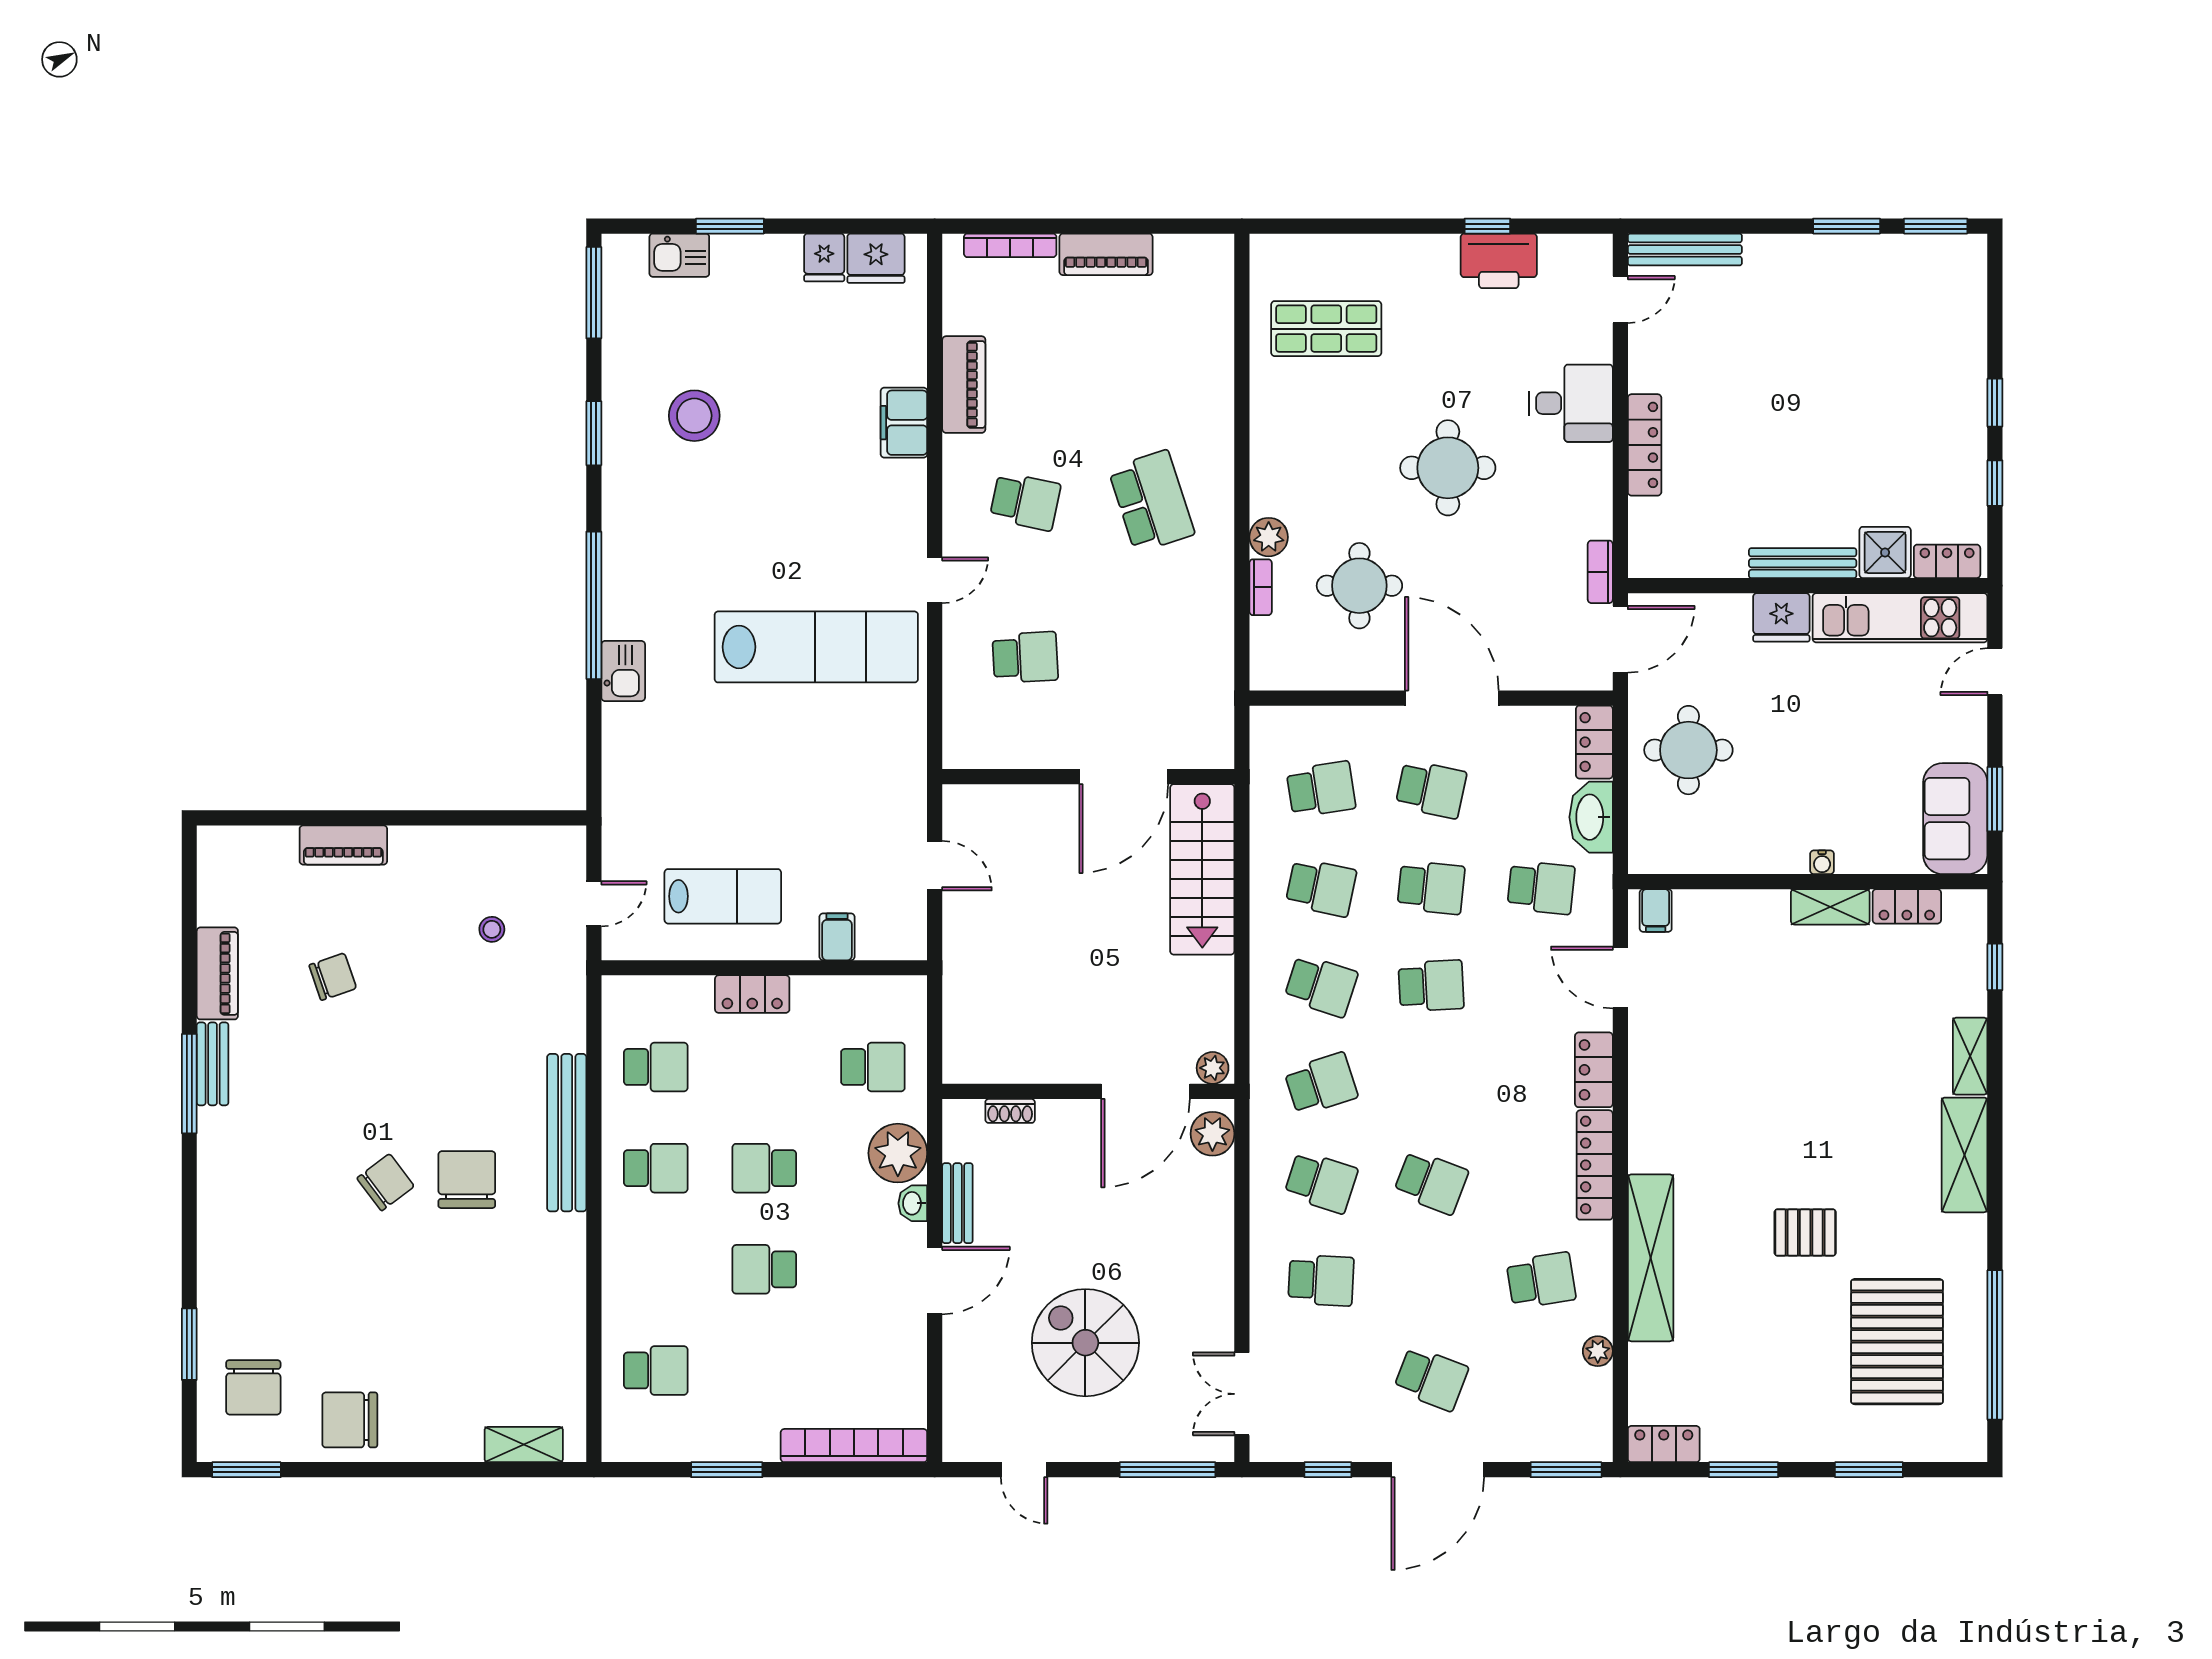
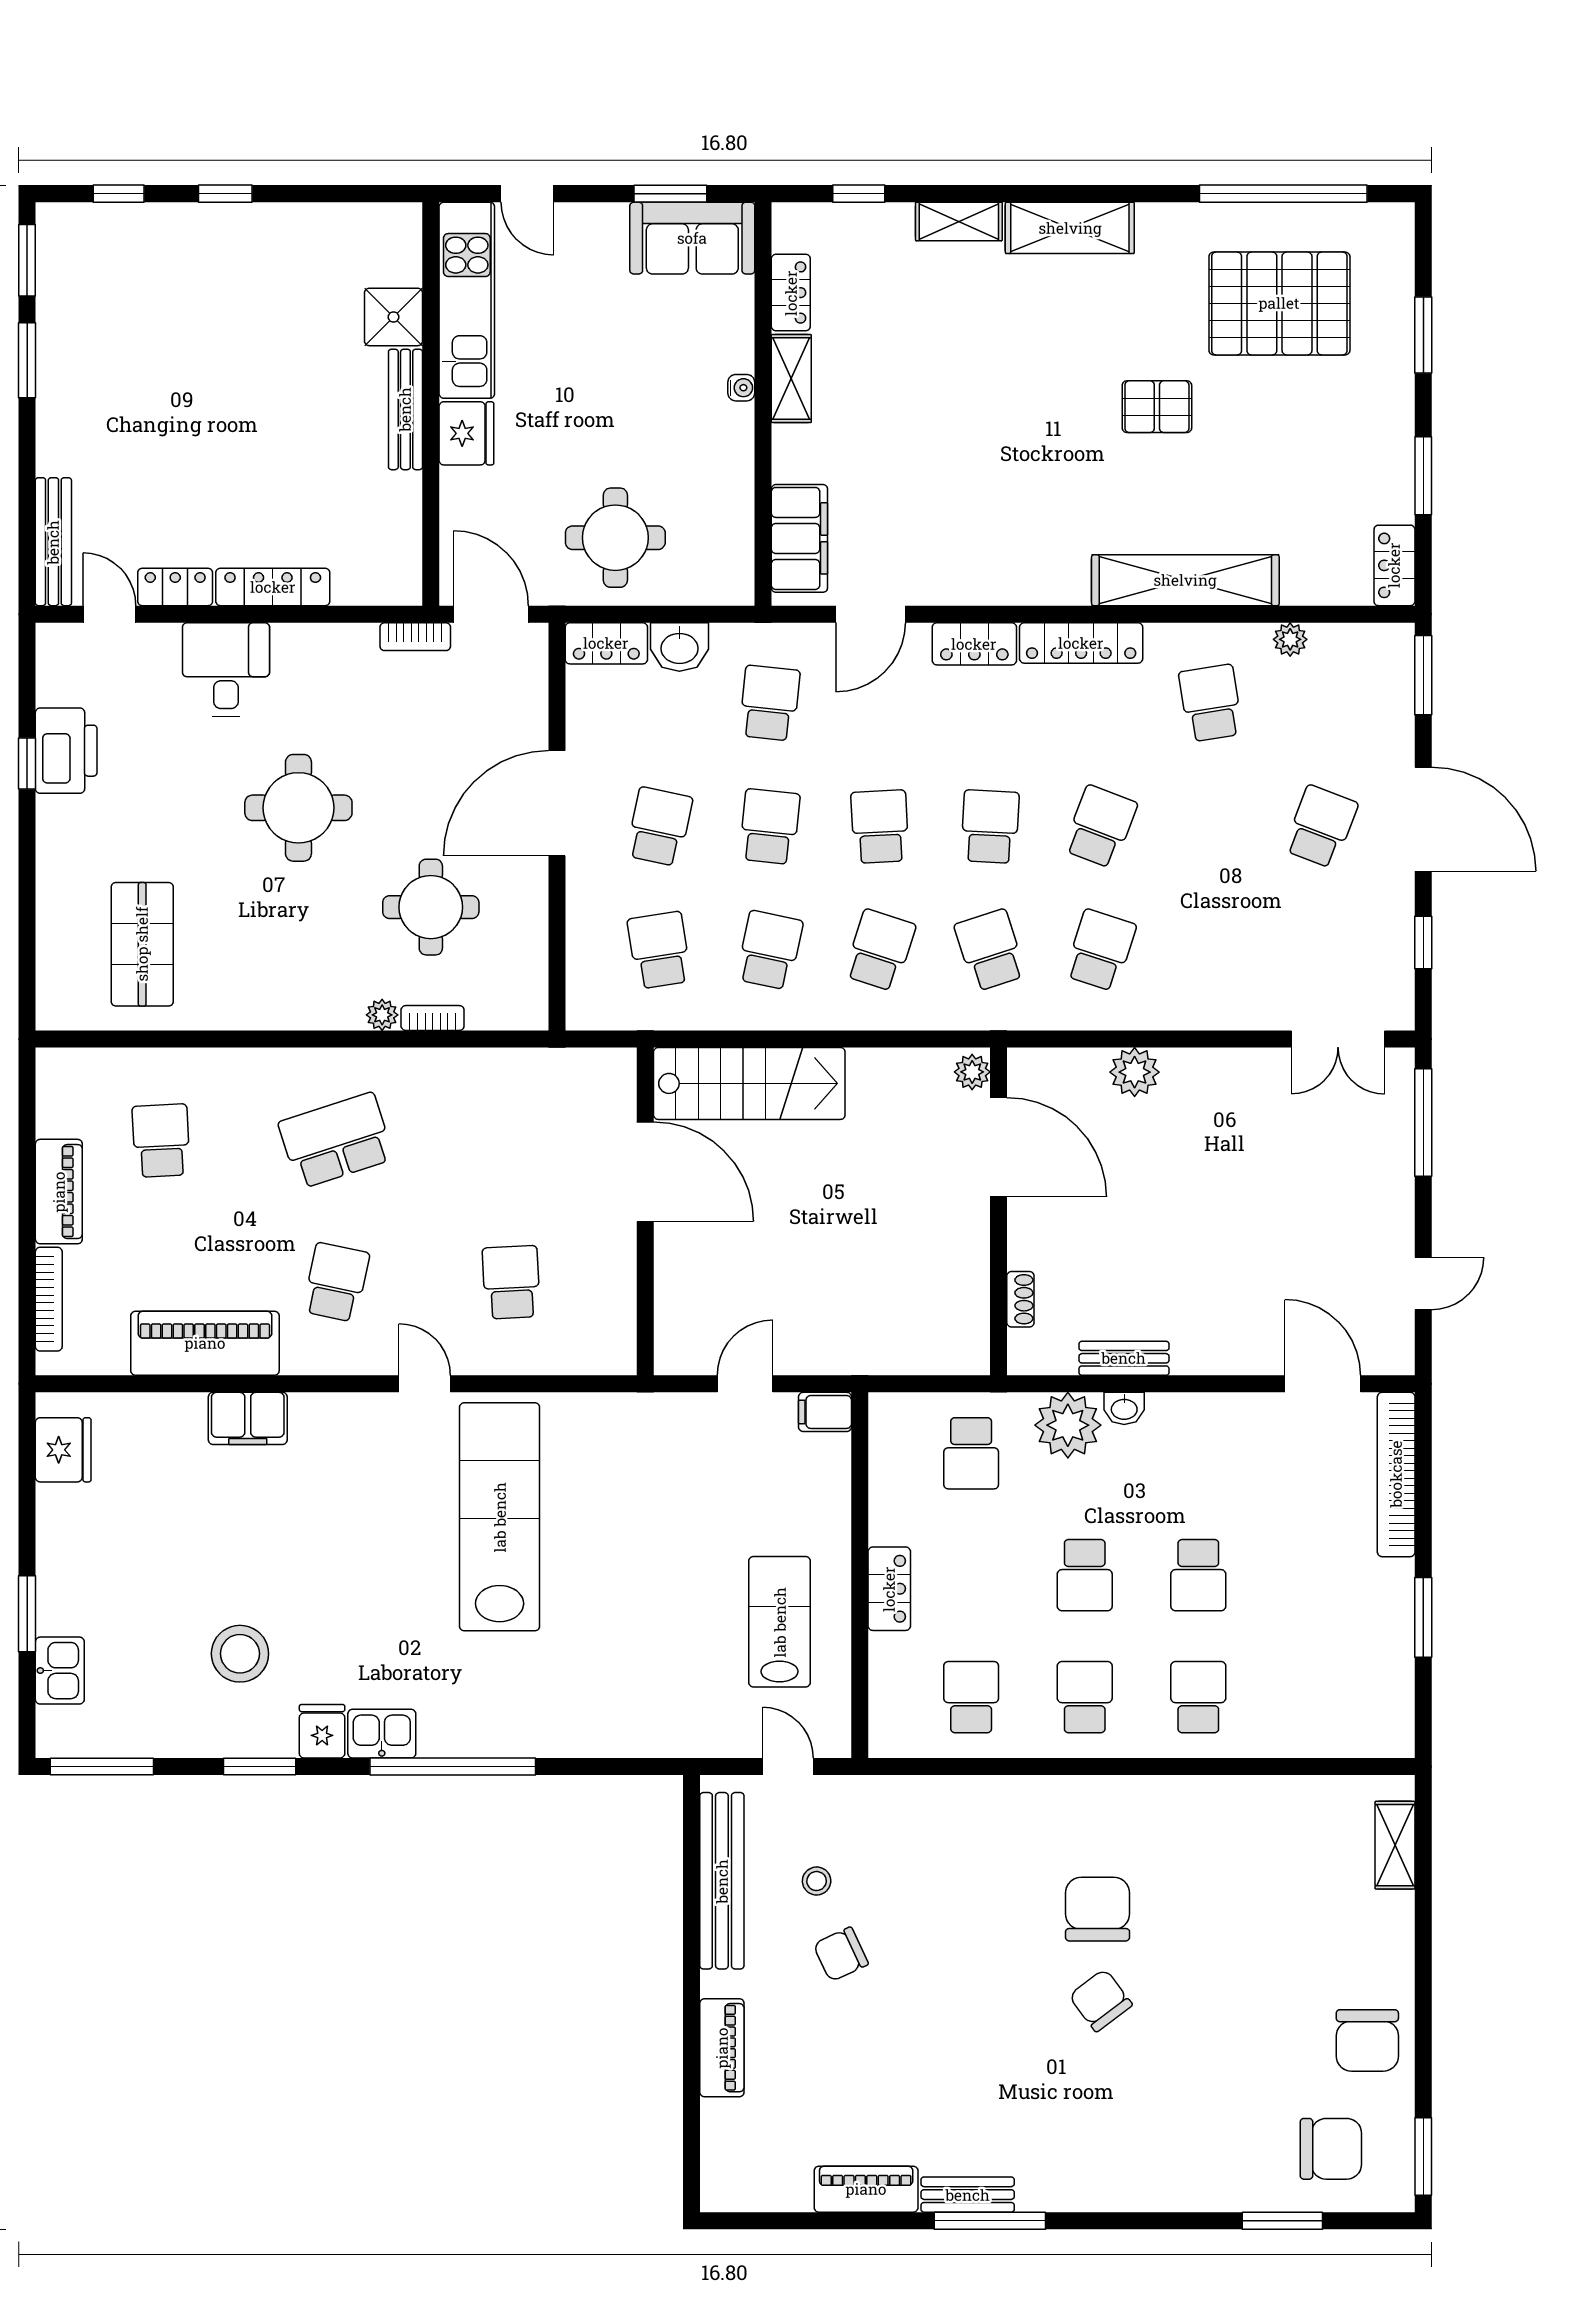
fridge: (824, 257) -> (322, 1731), moved, turned -90
school desk: (1151, 345) -> (161, 1141), added
piano: (964, 385) -> (205, 1343), width x1.37, depth x1.33
window: (1995, 483) -> (119, 194), moved
plant: (1269, 537) -> (382, 1015), width x0.73, depth x0.73
locker: (1947, 561) -> (175, 587), moved, turned 90
kitchen sink: (623, 671) -> (382, 1734), moved
washbasin: (1591, 817) -> (679, 647), width x0.72
filing cabinet: (1656, 910) -> (799, 538), width x3.00, depth x1.17
filing cabinet: (837, 937) -> (825, 1412), moved
chair: (333, 977) -> (841, 1954), moved, turned -96
school desk: (873, 1067) -> (971, 1453), turned 180
bench: (567, 1133) -> (722, 1881), moved, turned 90
plant: (1212, 1134) -> (1135, 1072), moved
chair: (467, 1180) -> (1098, 1909), turned 90
pallet: (1805, 1232) -> (1157, 407), turned 90
school desk: (1321, 1280) -> (990, 827), moved
door: (935, 1281) -> (1323, 1384), moved
spiral stairs: (1085, 1343) -> (1281, 1215), removed
school desk: (656, 1370) -> (1198, 1697), moved

